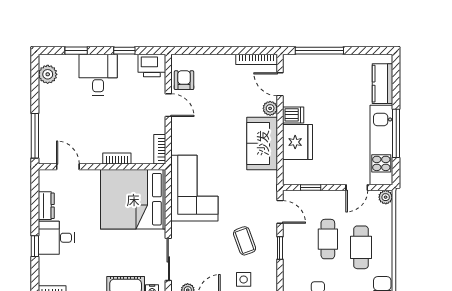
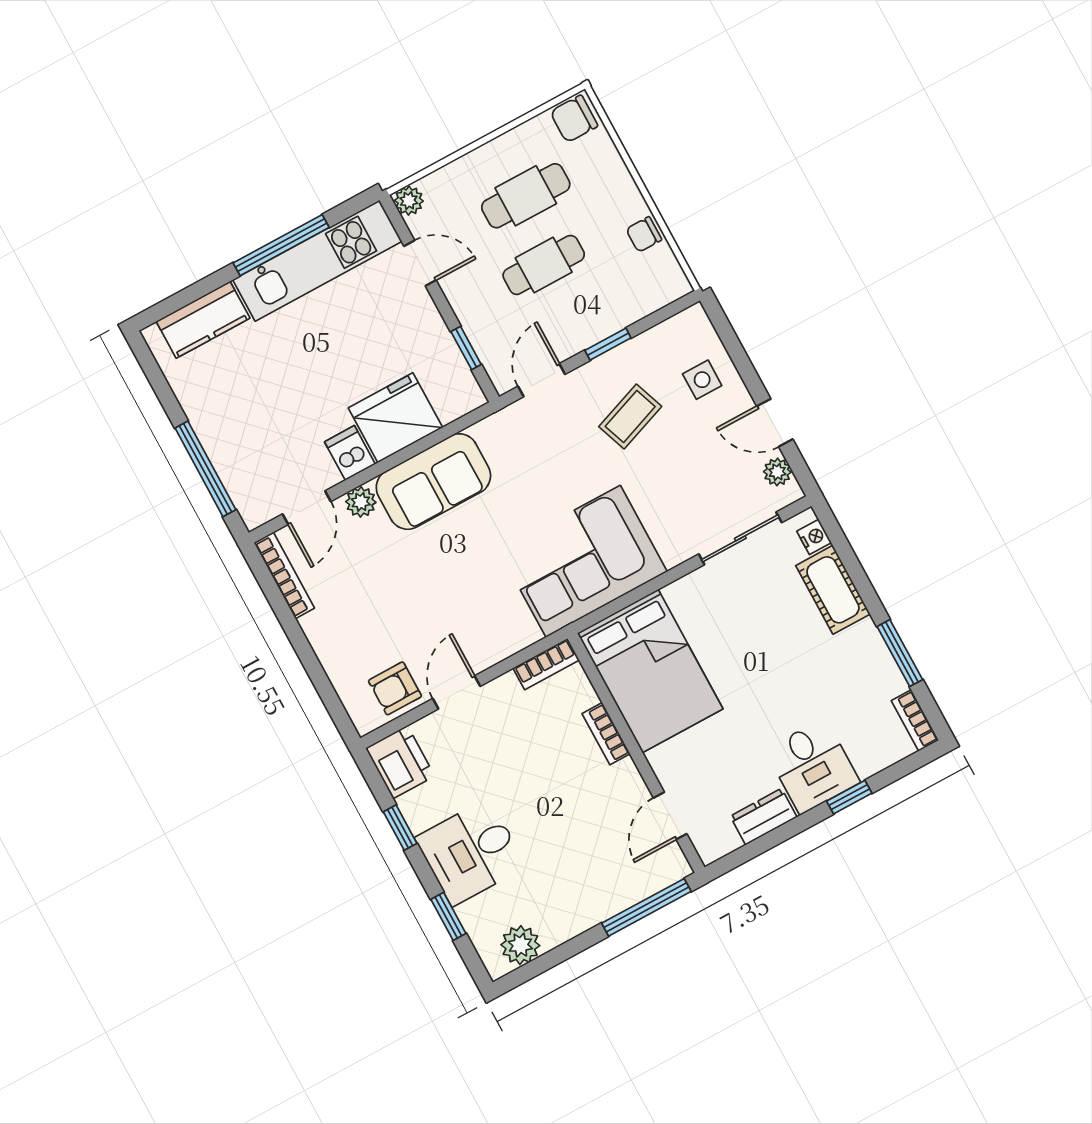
bed: (133, 199) -> (650, 671), width x0.73

